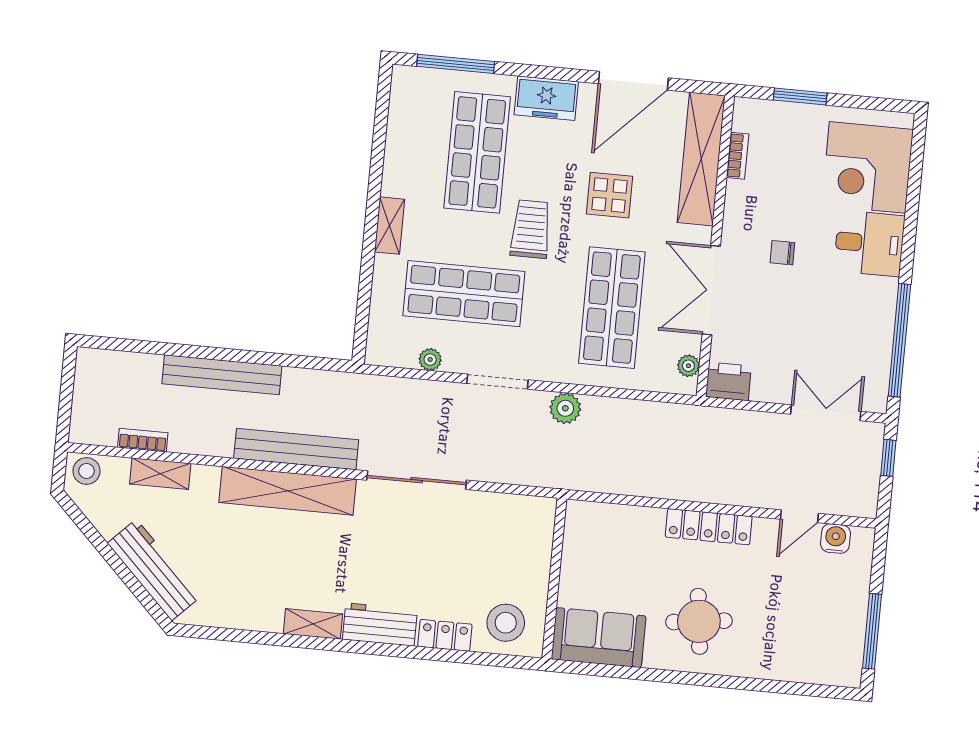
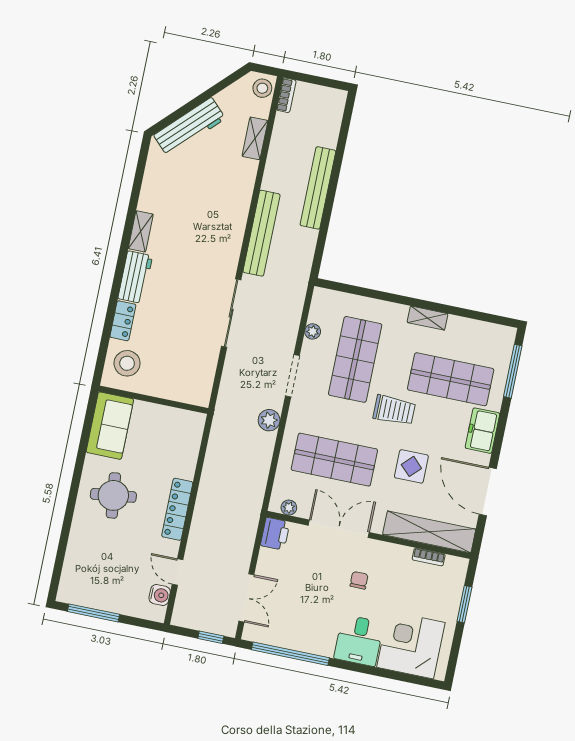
shelving: (390, 226) -> (428, 318), moved
bookcase: (143, 440) -> (286, 95), moved
shelving: (288, 491) -> (234, 224), removed

